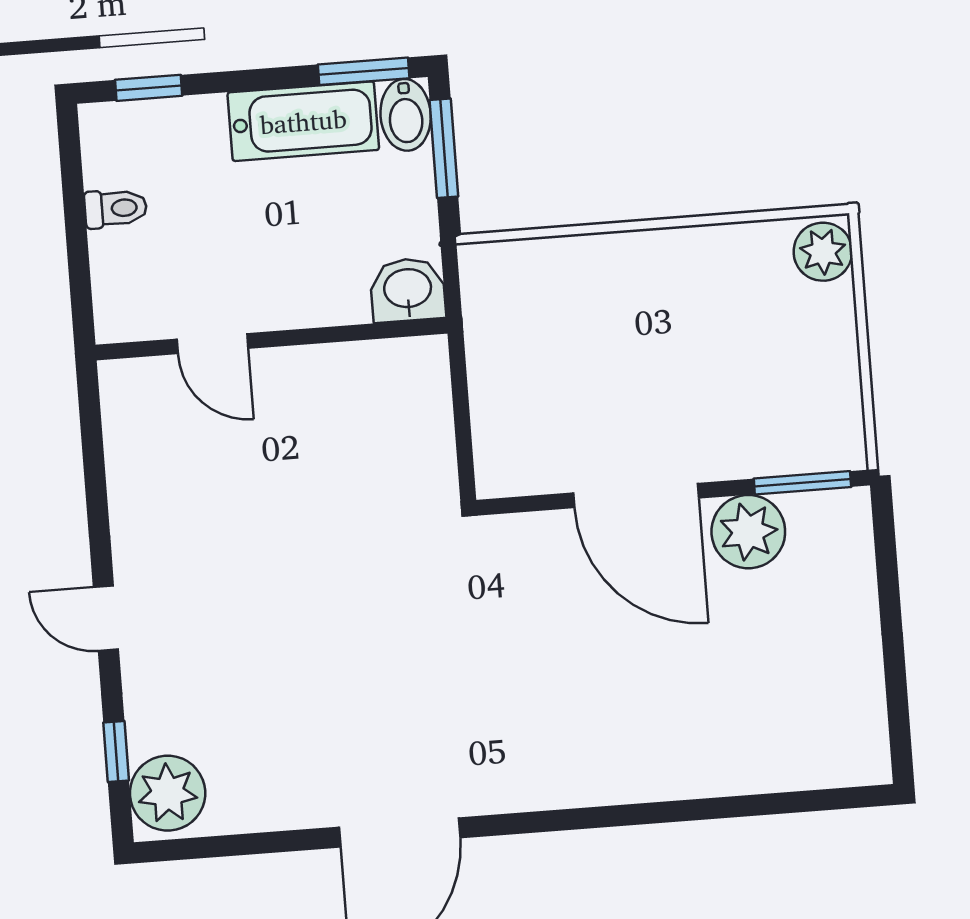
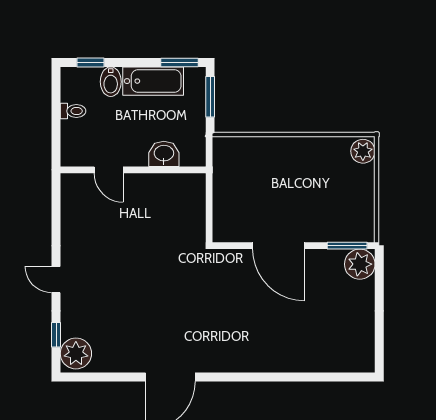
bidet: (406, 115) -> (111, 82), moved
washbasin: (408, 290) -> (164, 154), moved
plant: (748, 532) -> (360, 264), moved

